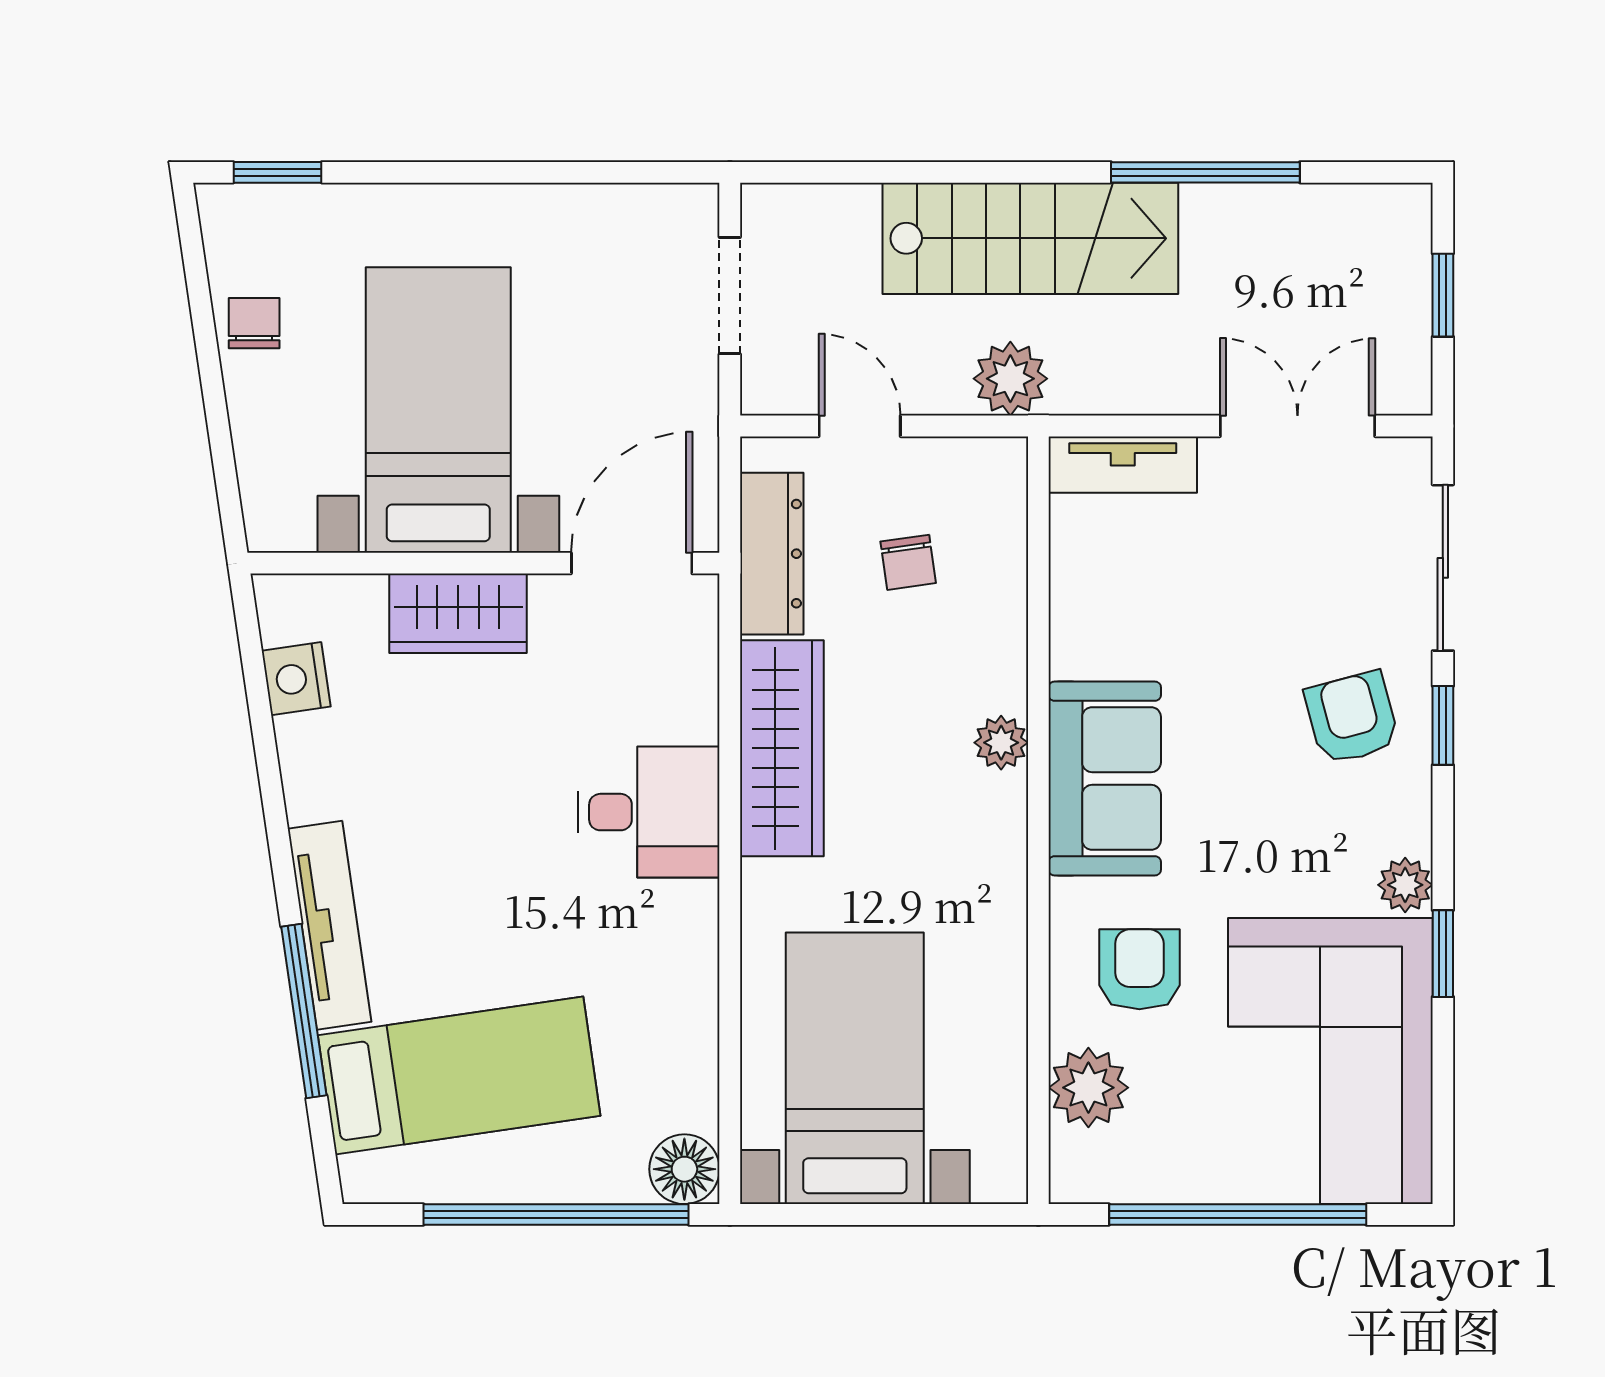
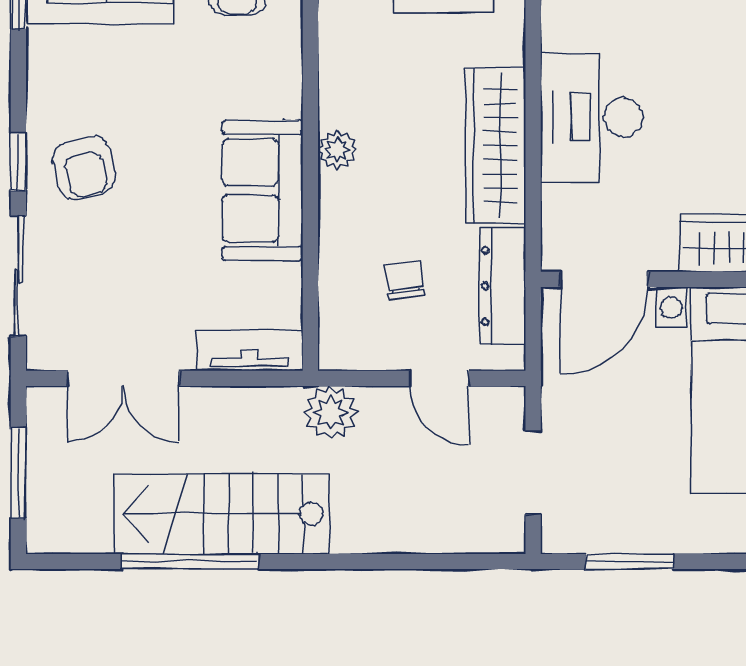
window: (596, 172) -> (630, 561), added
stairs: (1030, 238) -> (222, 514), moved
window: (1443, 295) -> (18, 473), width x1.50
sofa: (1105, 779) -> (262, 190), moved
desk: (649, 812) -> (592, 117), width x1.37
plant: (1405, 885) -> (46, 47), removed

